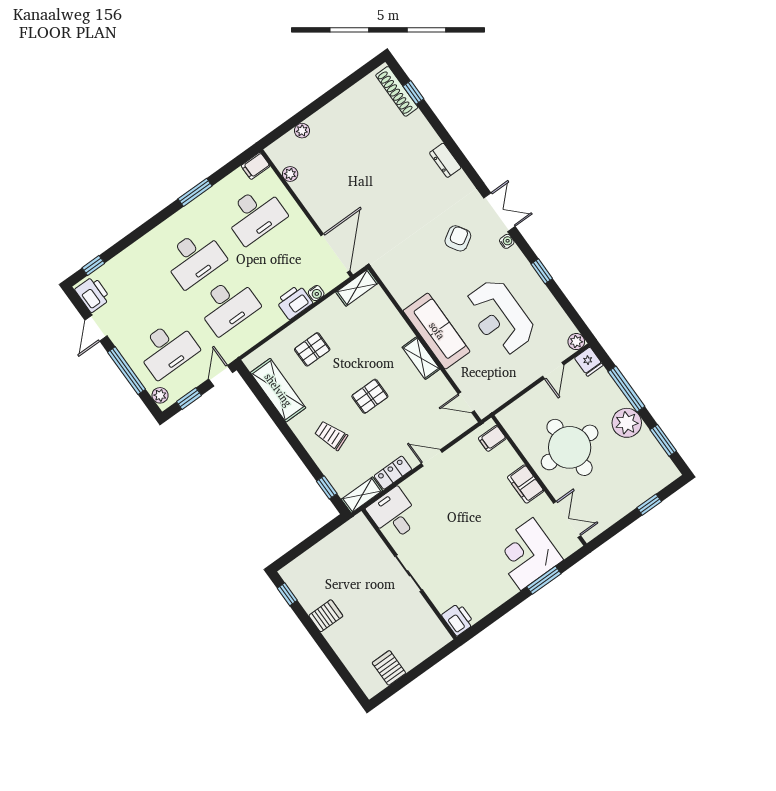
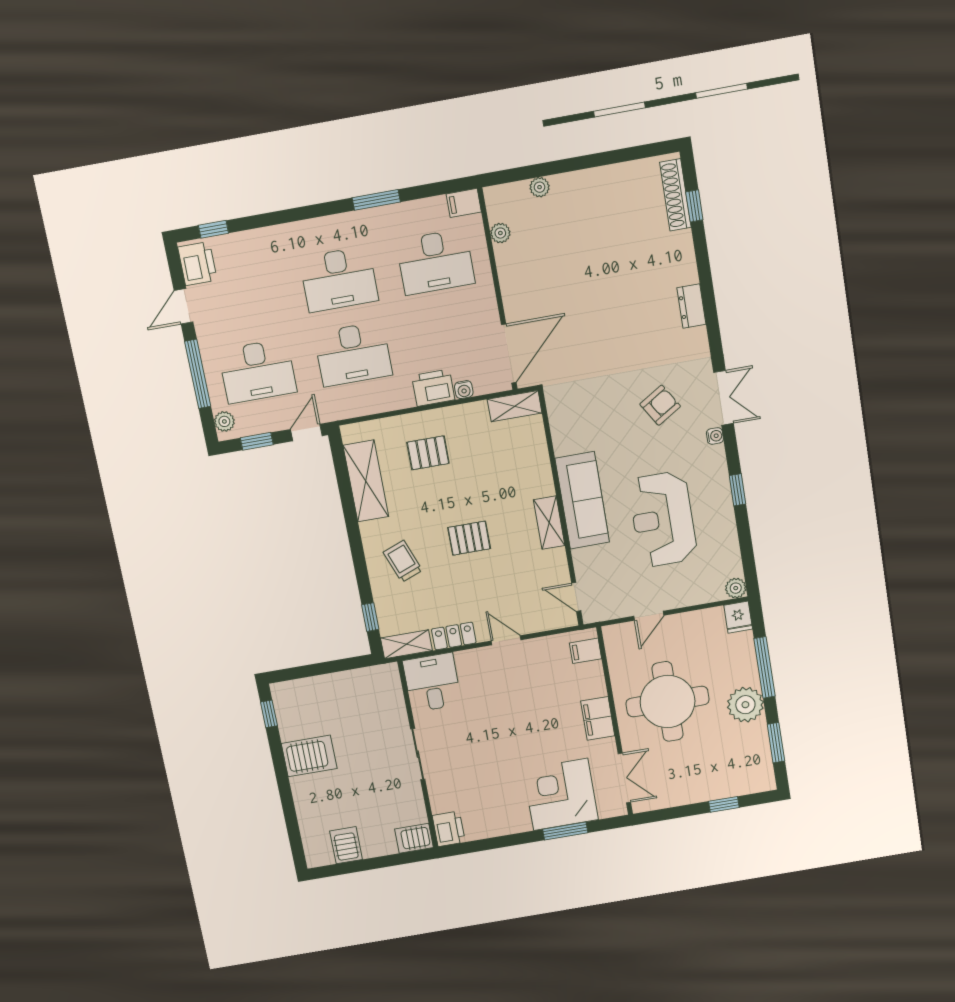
door: (553, 371) -> (649, 616), moved
server rack: (326, 616) -> (309, 756), width x1.36, depth x1.44
server rack: (436, 639) -> (414, 838), added

